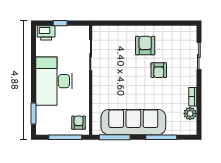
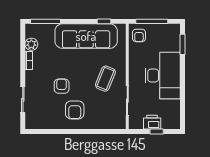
printer: (46, 33) -> (152, 122), moved
coffee table: (113, 78) -> (105, 79), added
window: (115, 137) -> (104, 21), width x0.46
window: (161, 137) -> (46, 21), moved

